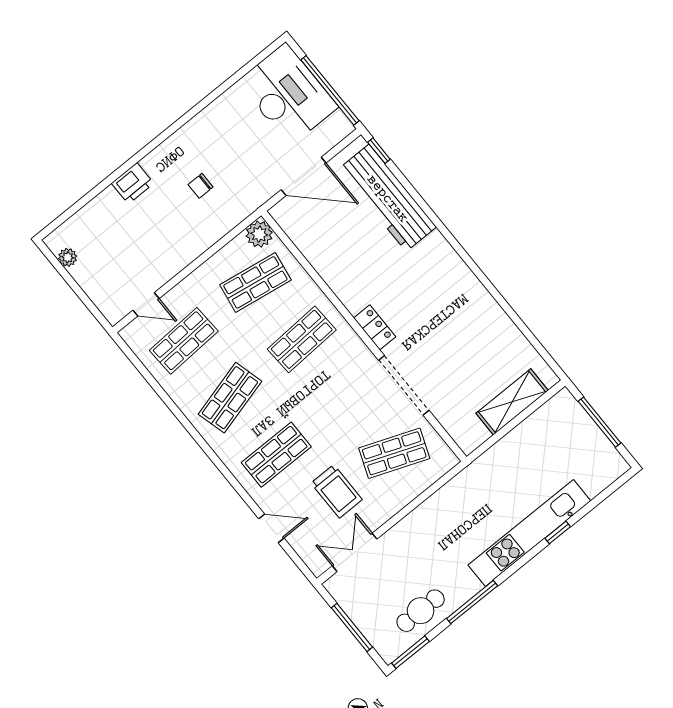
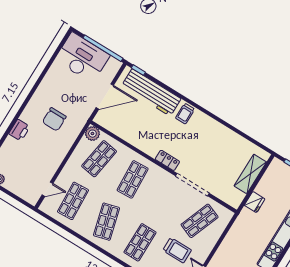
chair: (201, 186) -> (54, 119), width x1.87, depth x1.87
trolley: (434, 256) -> (185, 114), added
fridge: (502, 454) -> (255, 202), added

